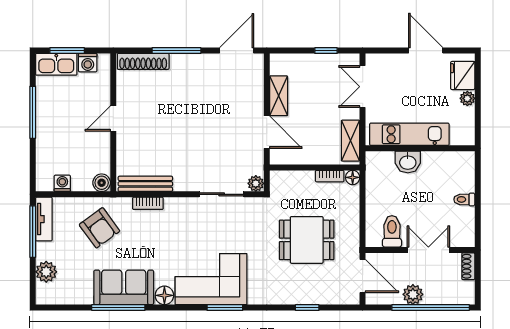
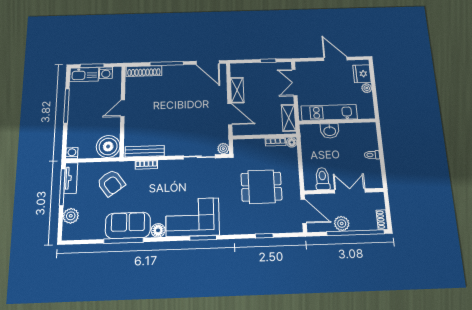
door: (237, 51) -> (208, 62), swing flipped
washing machine: (62, 183) -> (72, 153), moved
boiler: (102, 183) -> (108, 146), width x1.86, depth x1.86
shoe rack: (468, 266) -> (382, 220), moved

